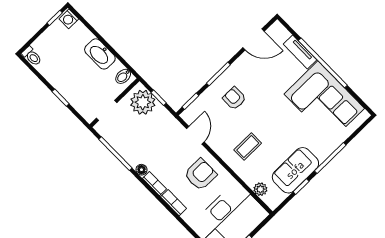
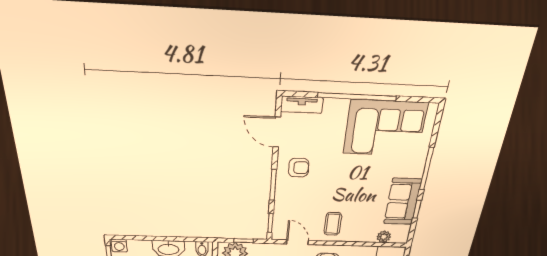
door: (254, 39) -> (277, 132), swing flipped
tv unit: (300, 52) -> (302, 105), moved
armchair: (234, 98) -> (299, 168), moved, turned 180
coffee table: (248, 147) -> (333, 224), moved

